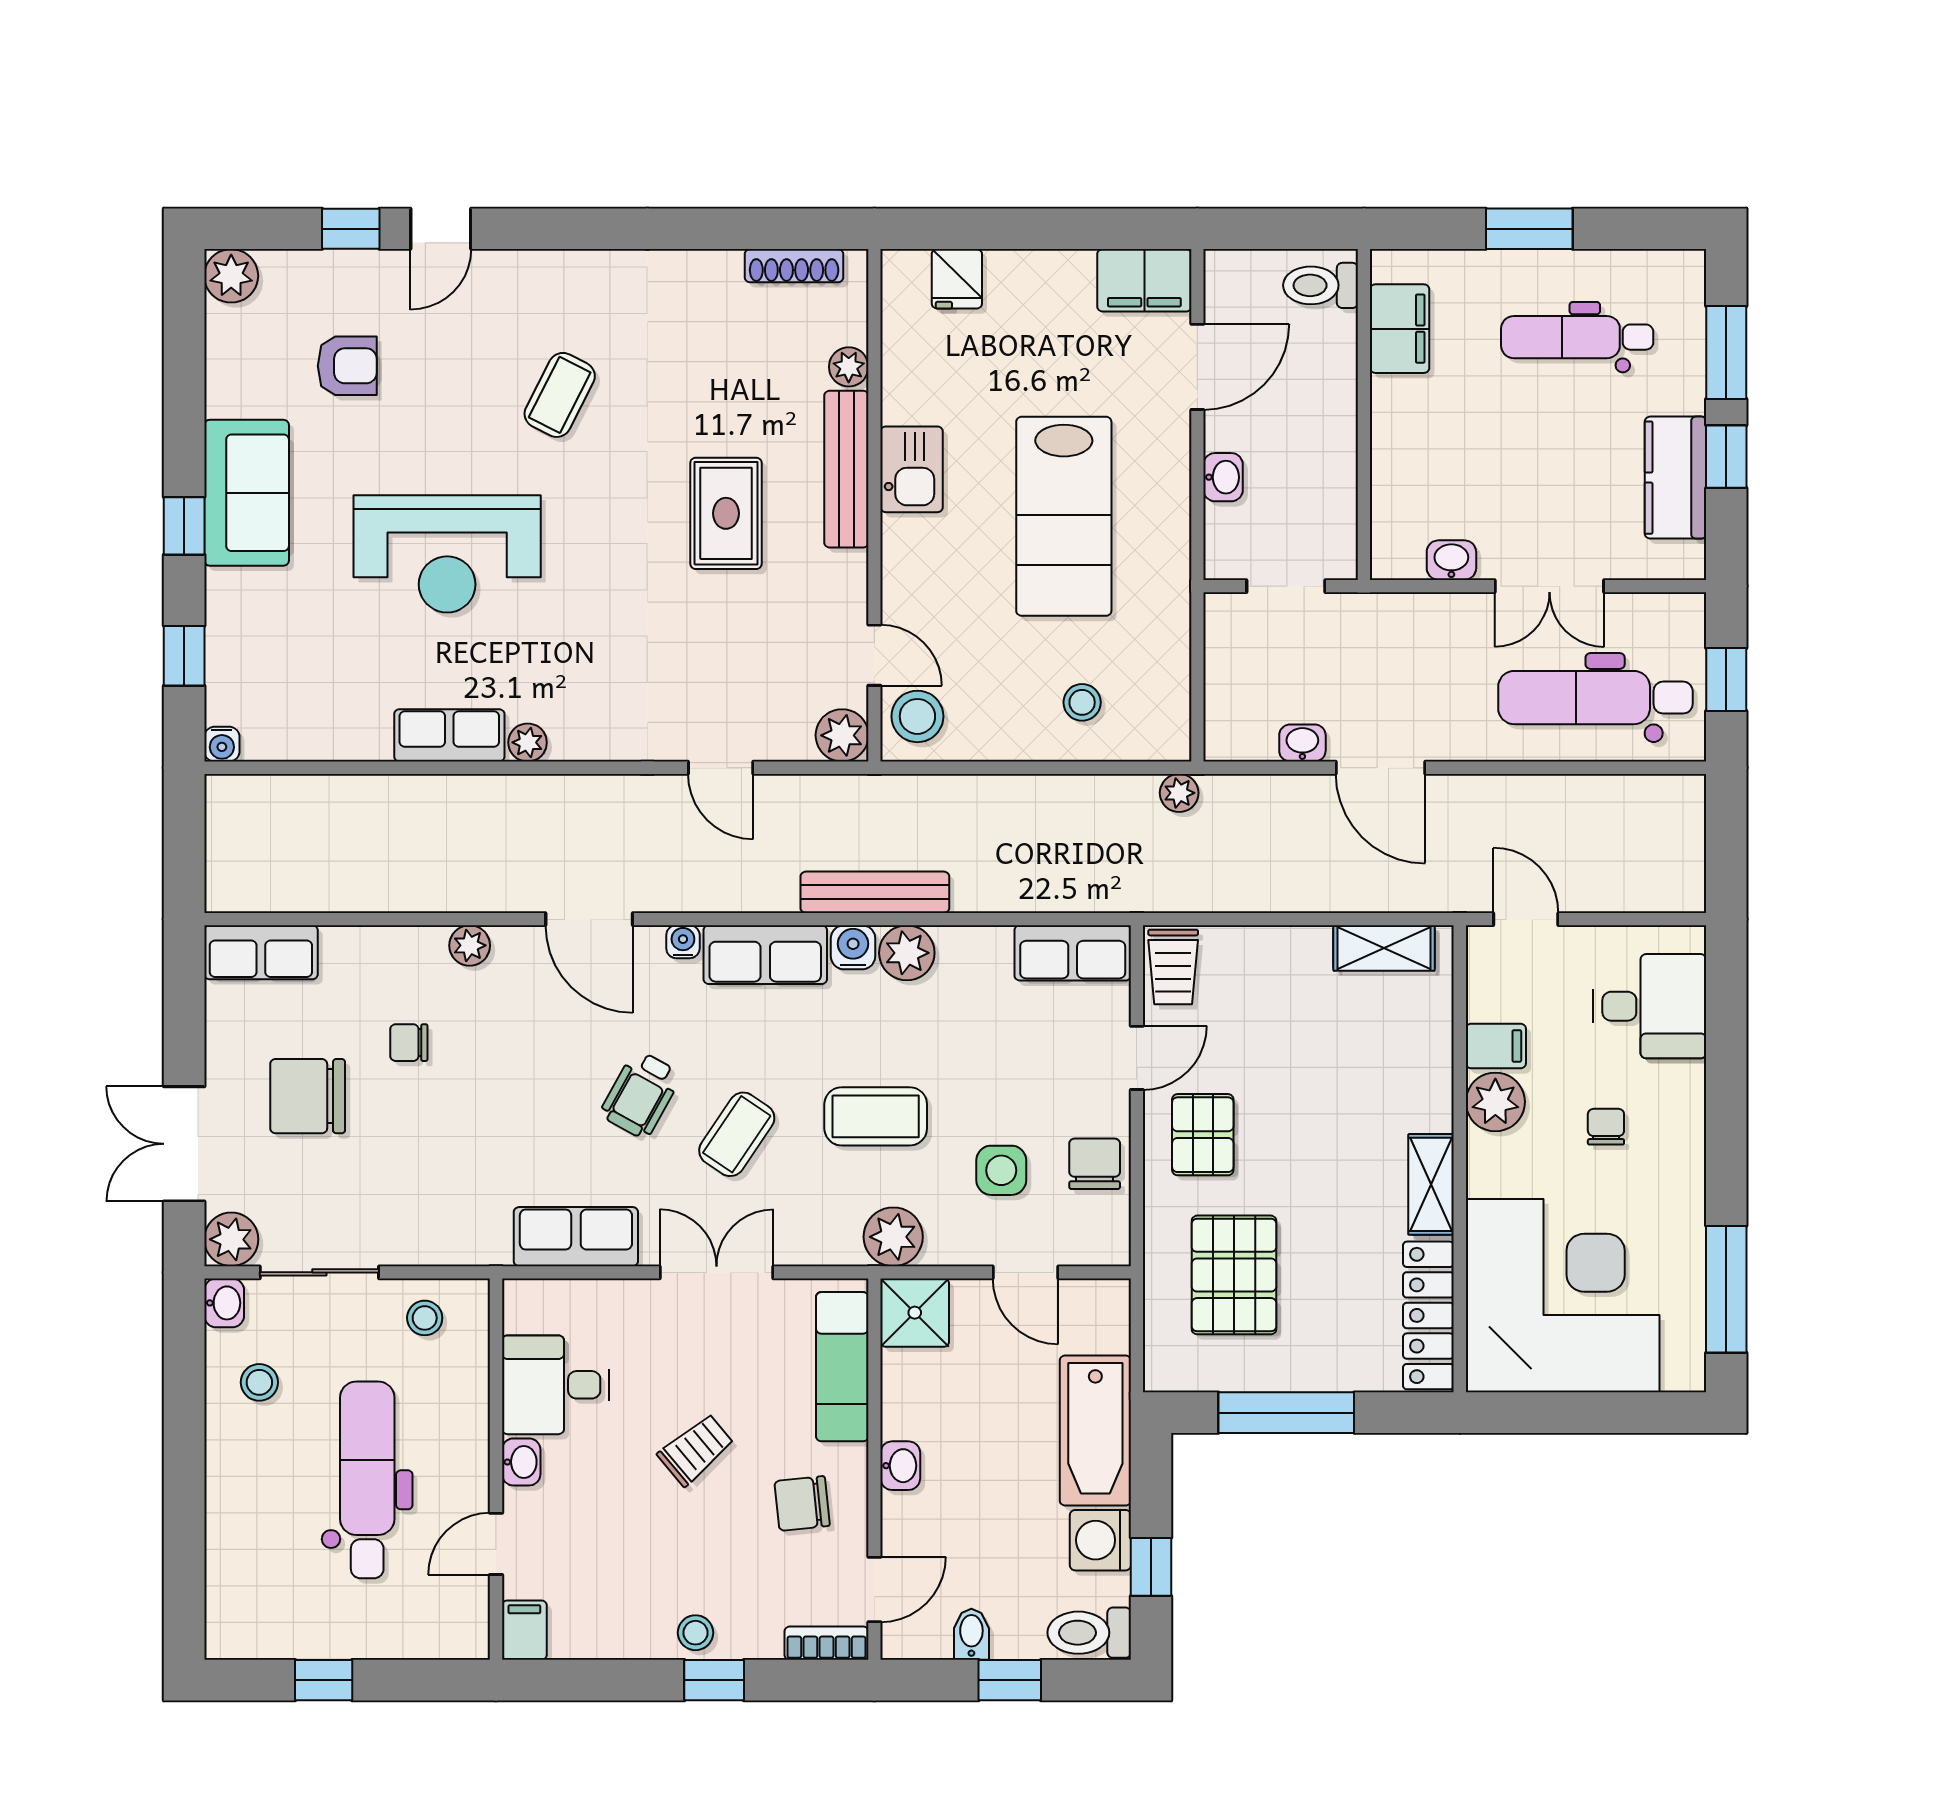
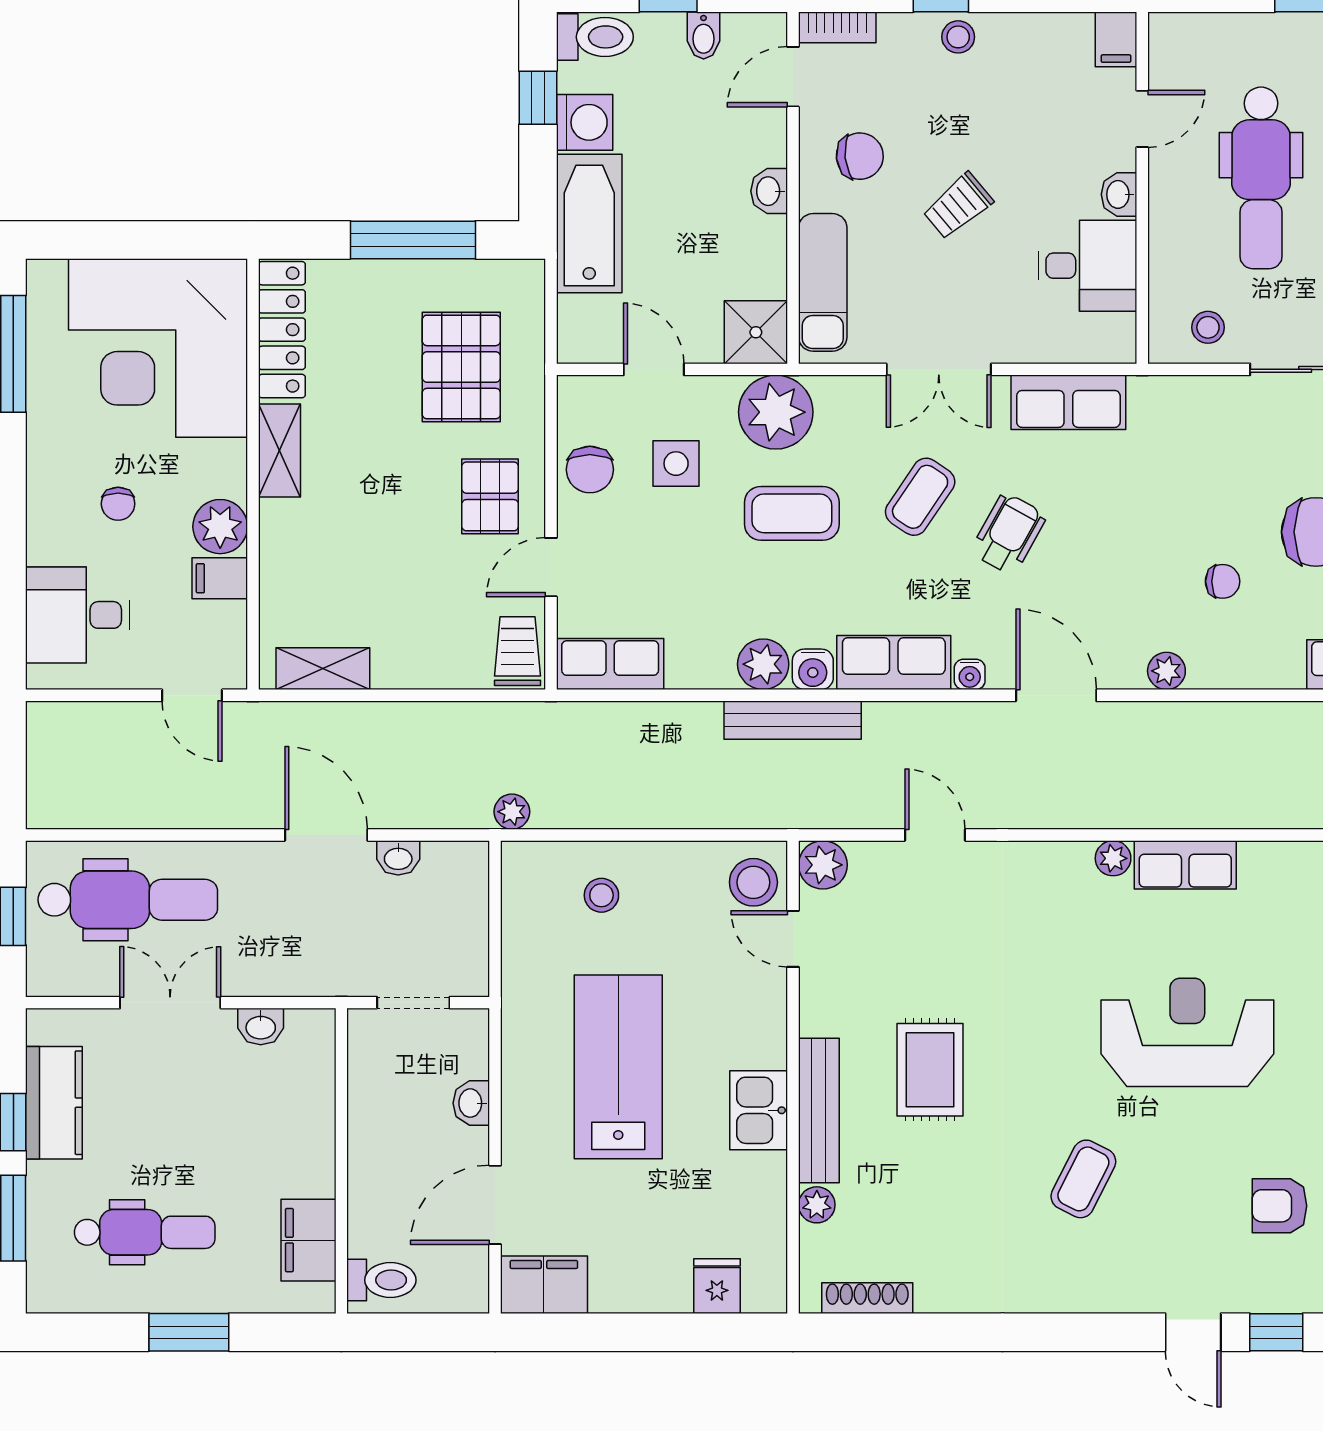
door: (441, 229) -> (1193, 1332), swing flipped
plant: (893, 1237) -> (776, 412), width x1.36, depth x1.36

